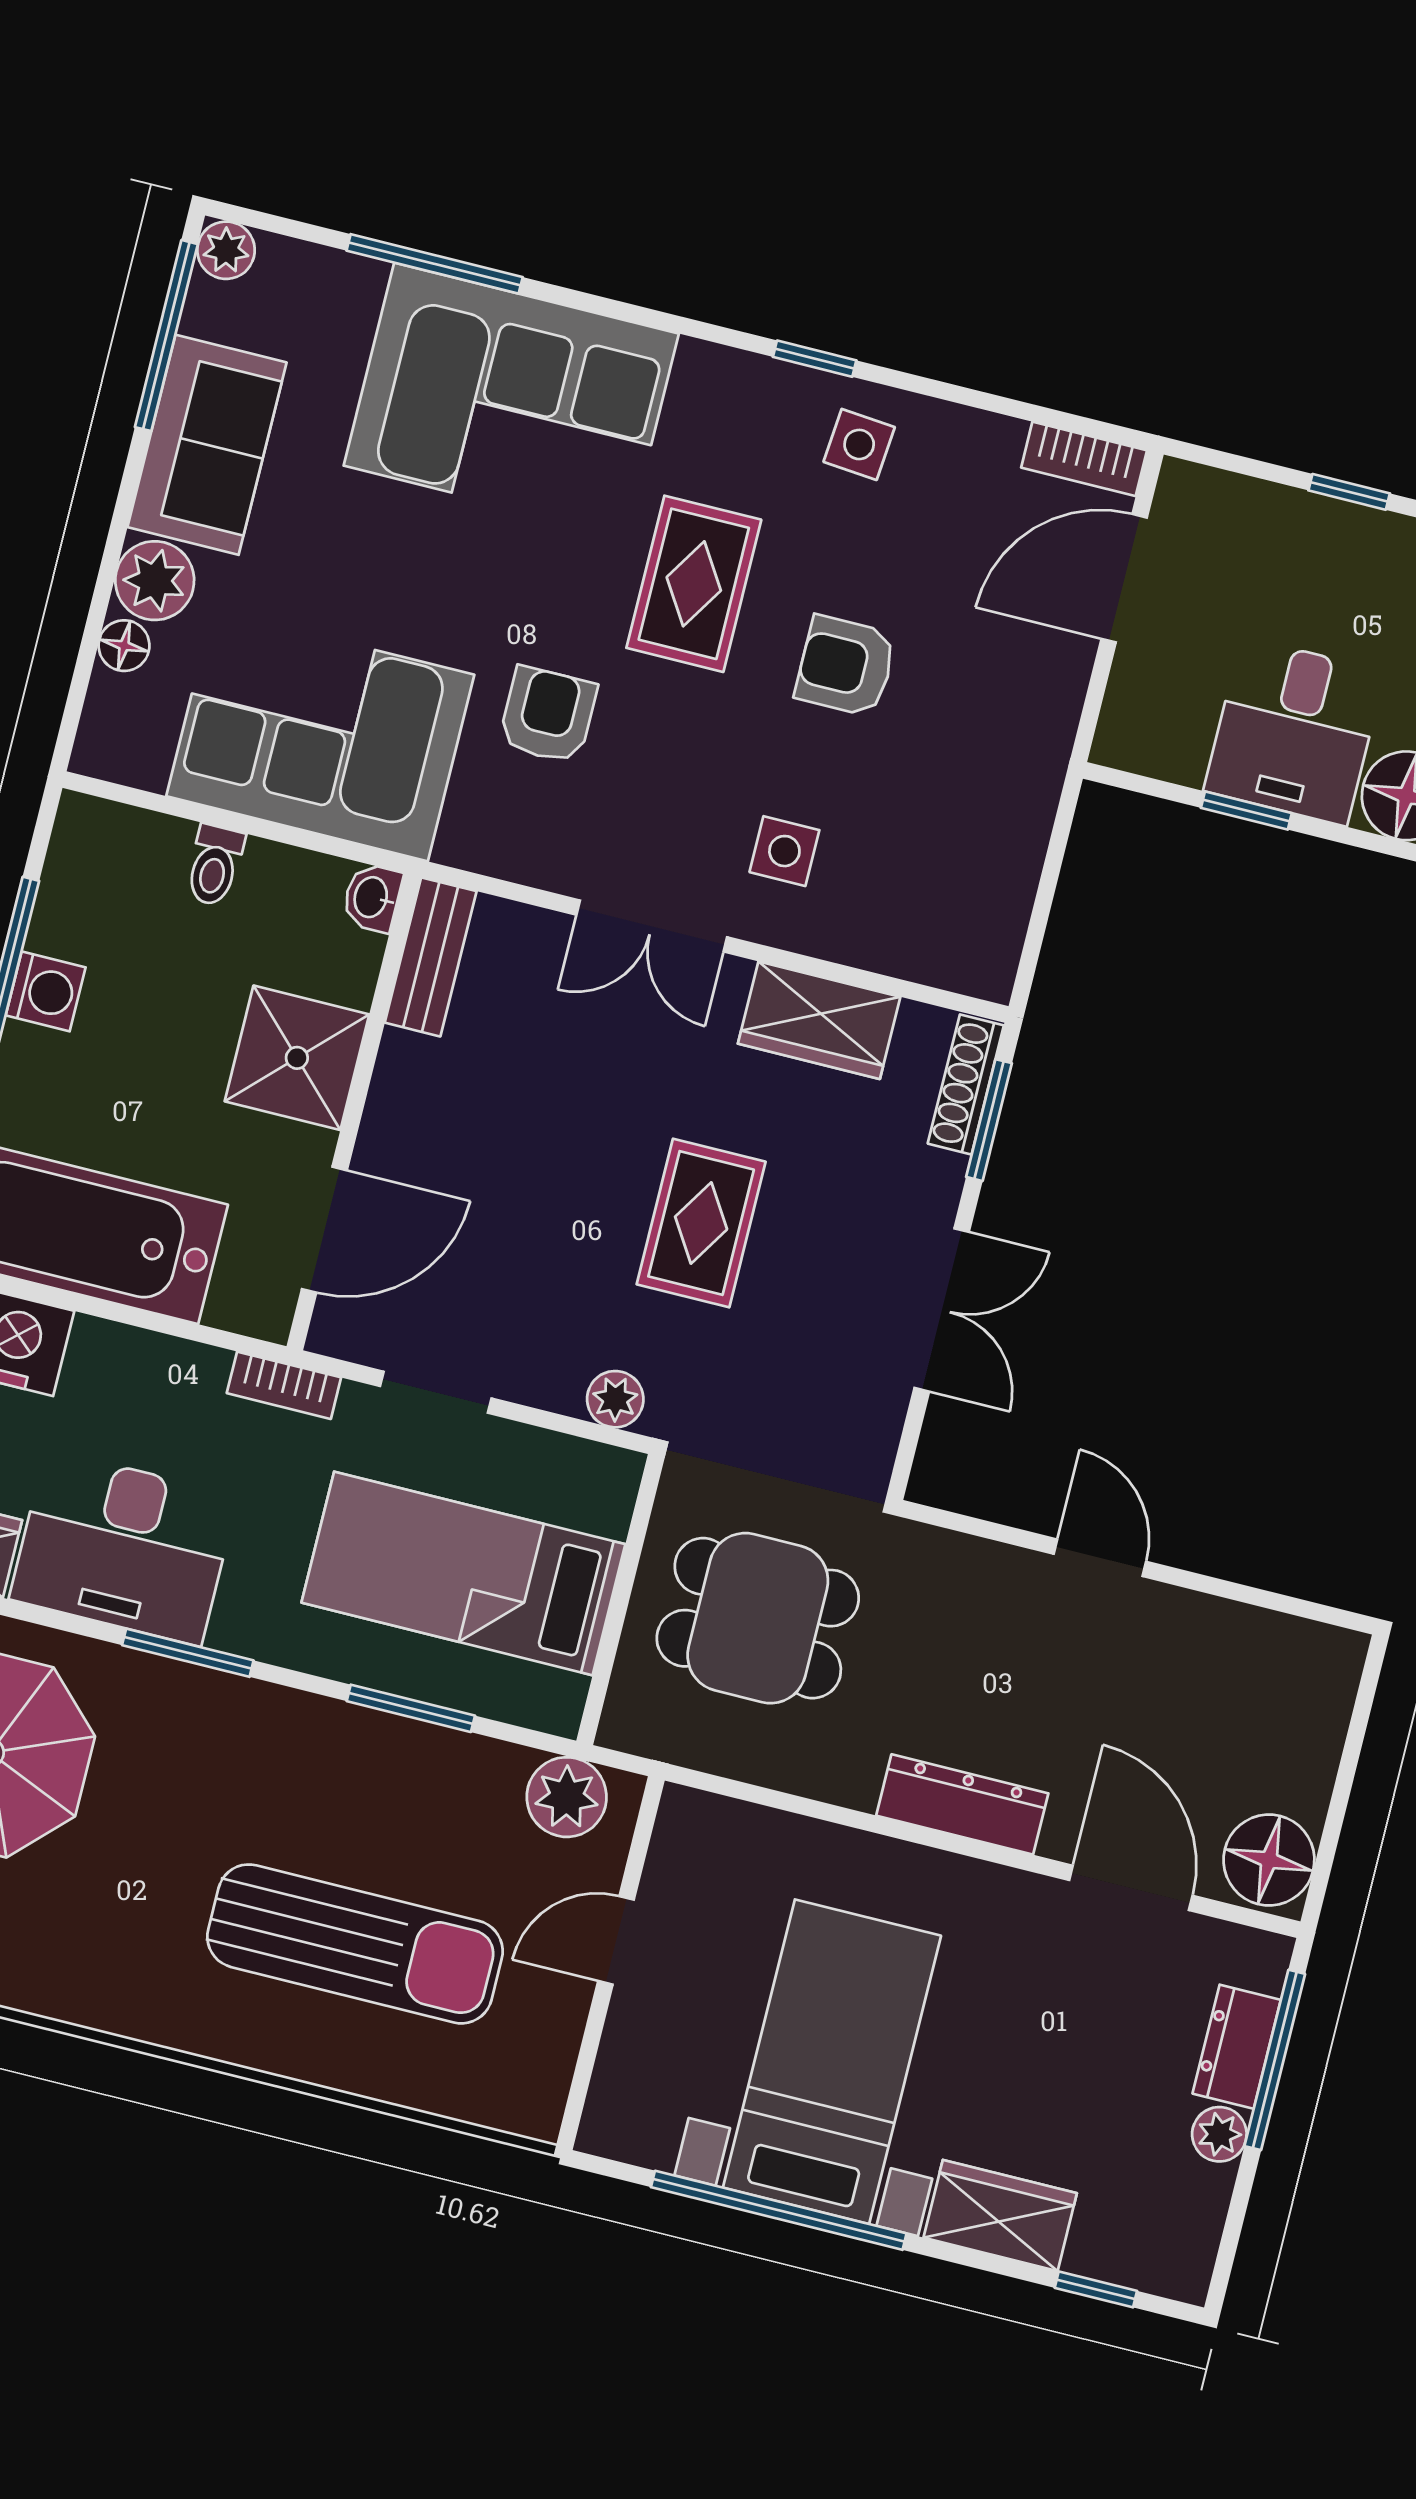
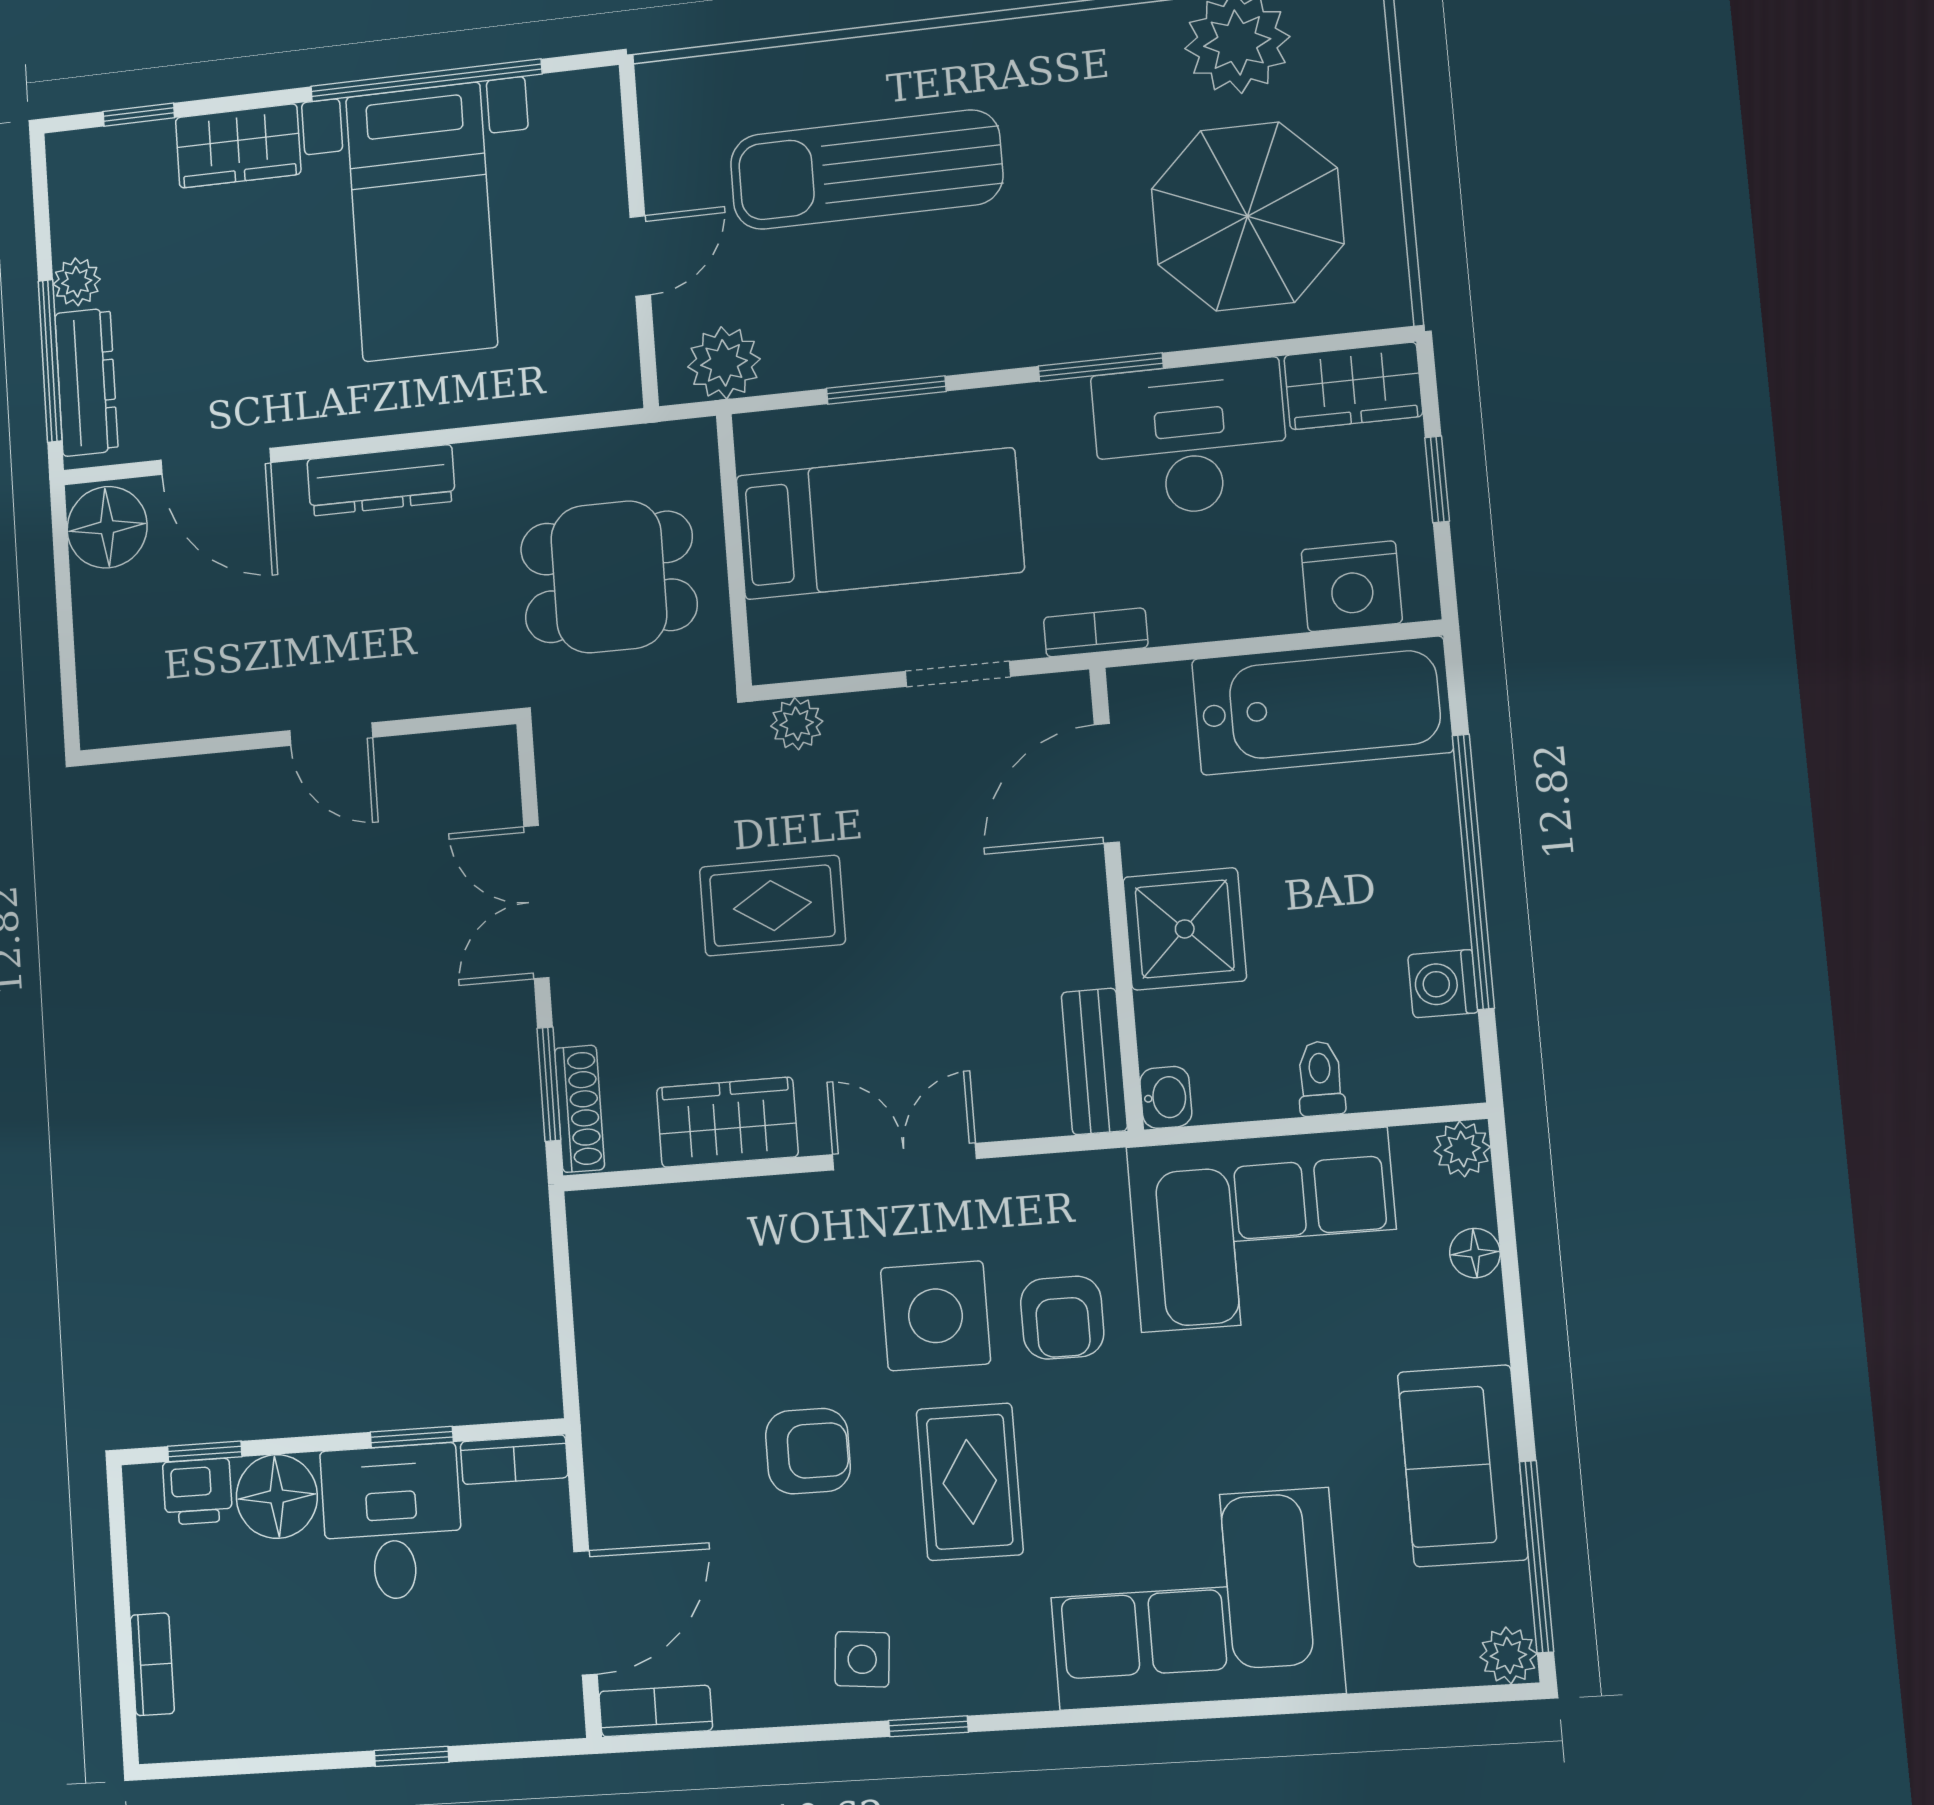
window: (435, 264) -> (1308, 1704), removed
plant: (155, 581) -> (1462, 1149), moved, width x0.73, depth x0.73
bookcase: (1148, 754) -> (514, 1460), added
side table: (784, 851) -> (936, 1316), moved, width x1.87, depth x1.87
washing machine: (46, 991) -> (1443, 984), moved
rug: (701, 1223) -> (772, 906), turned 90
dresser: (1237, 2047) -> (86, 382), width x1.44

